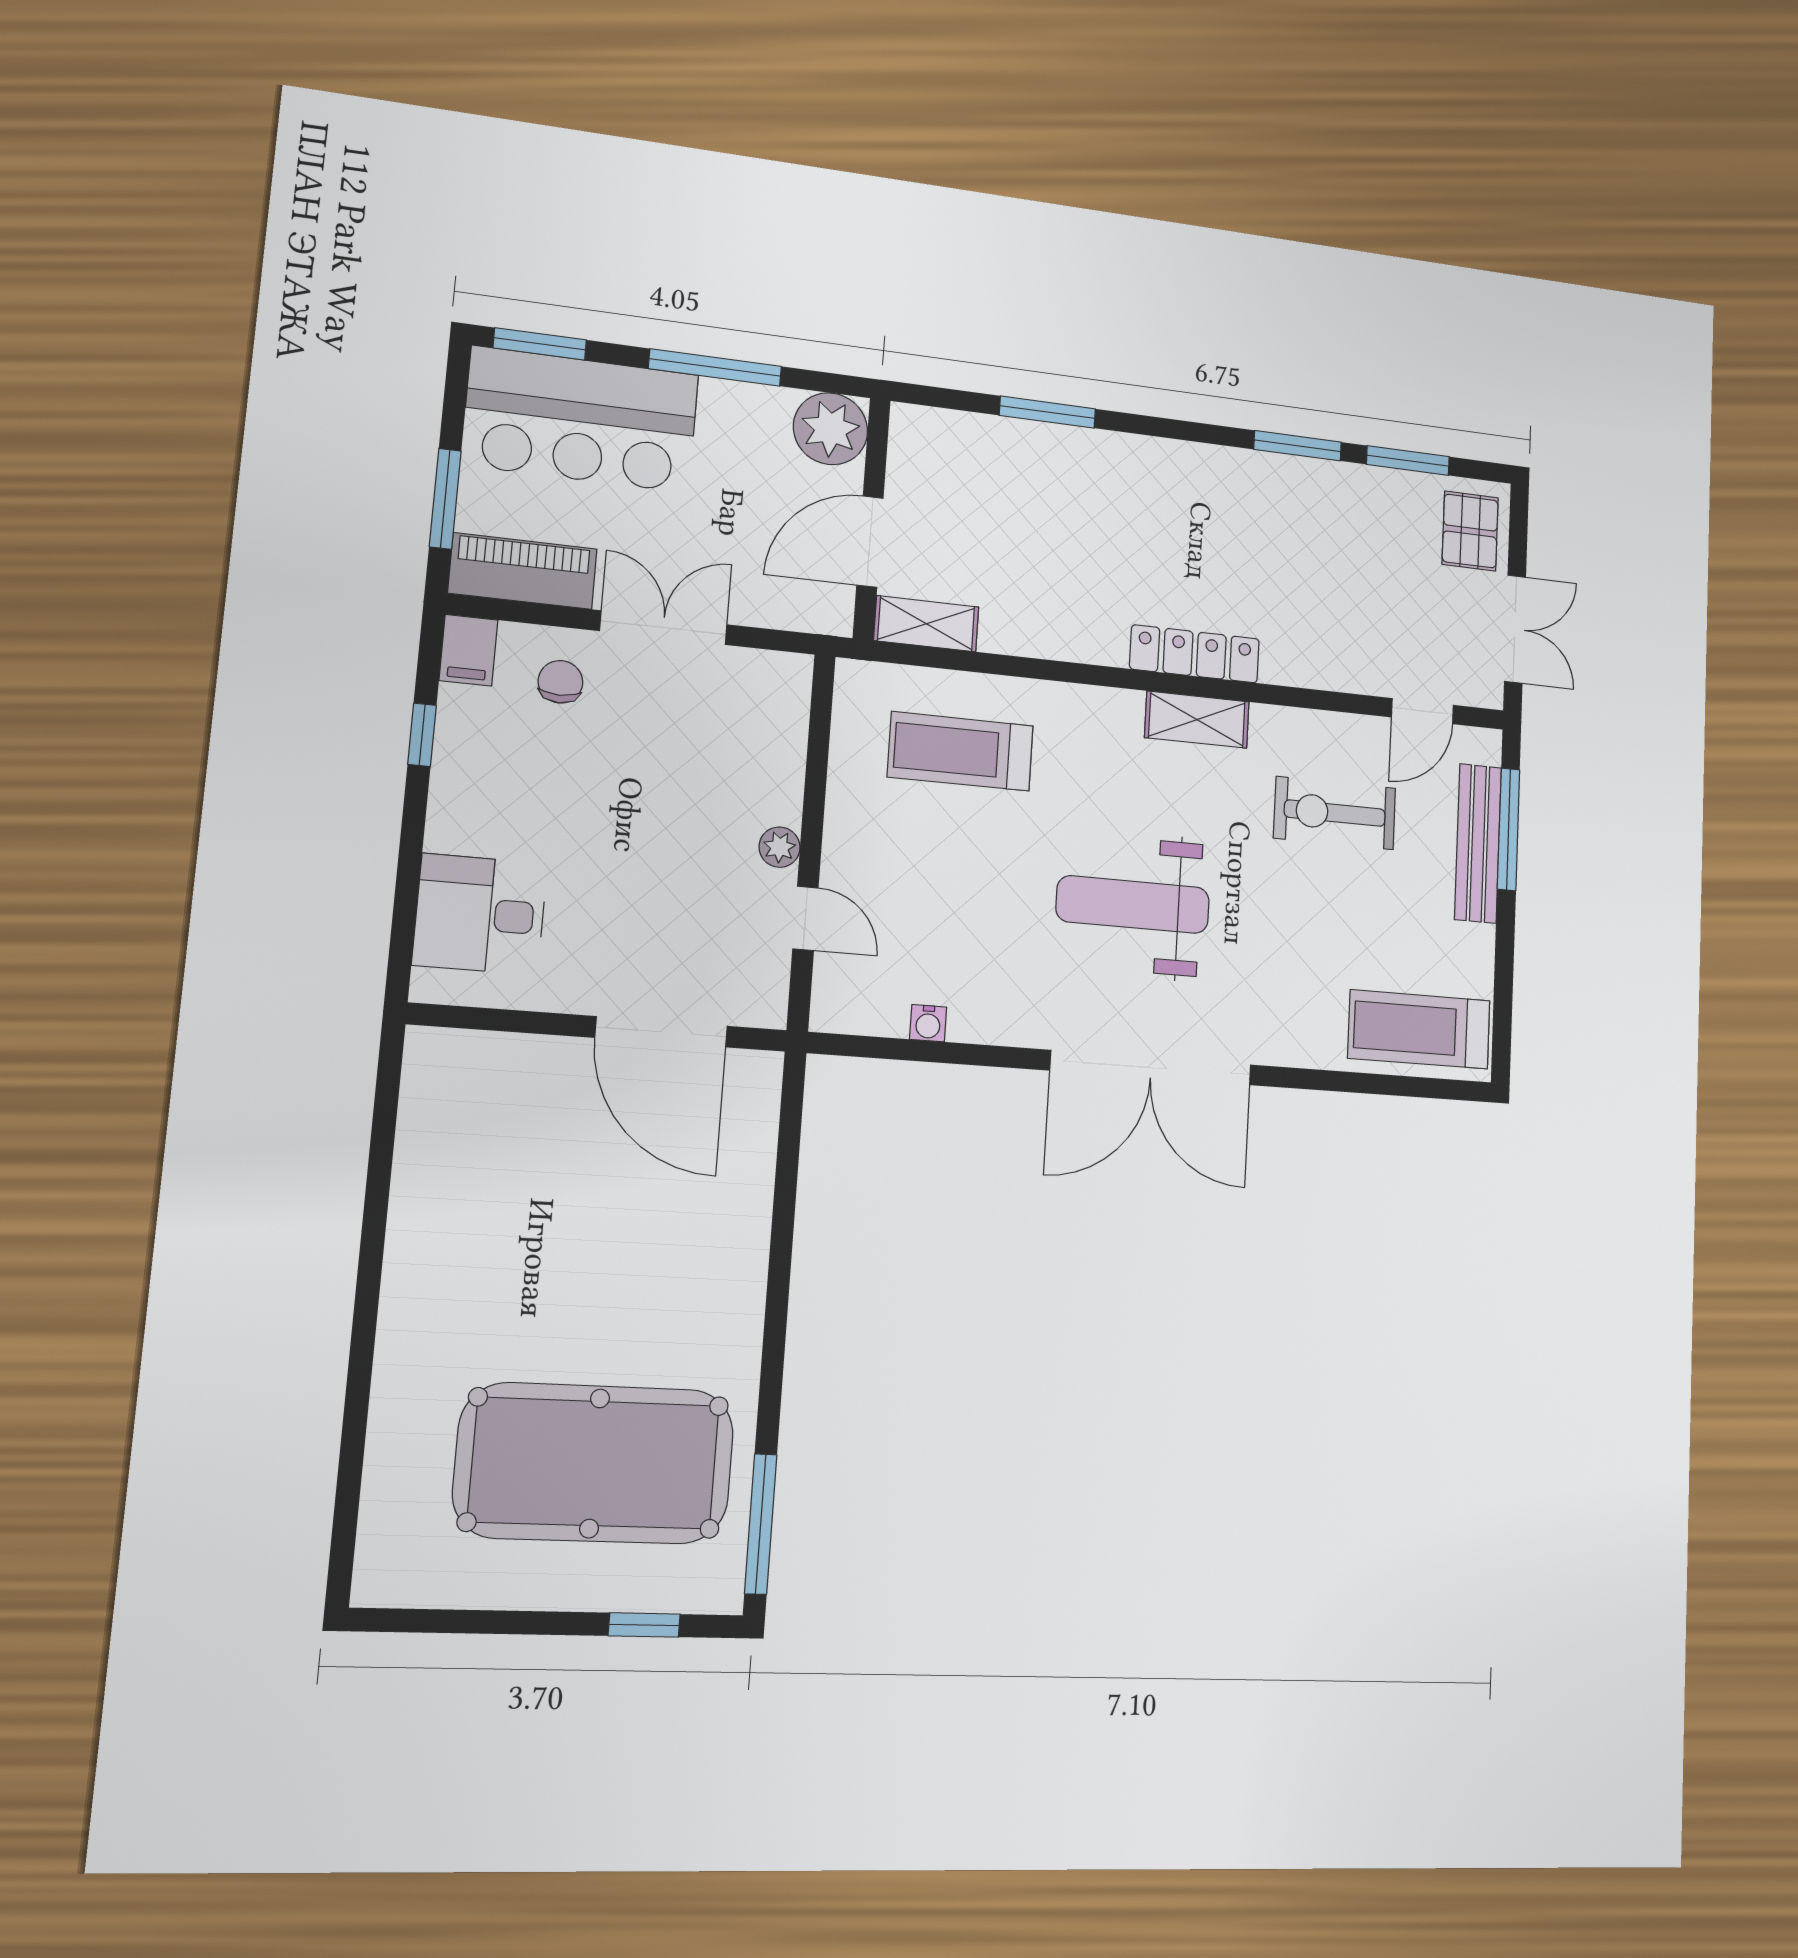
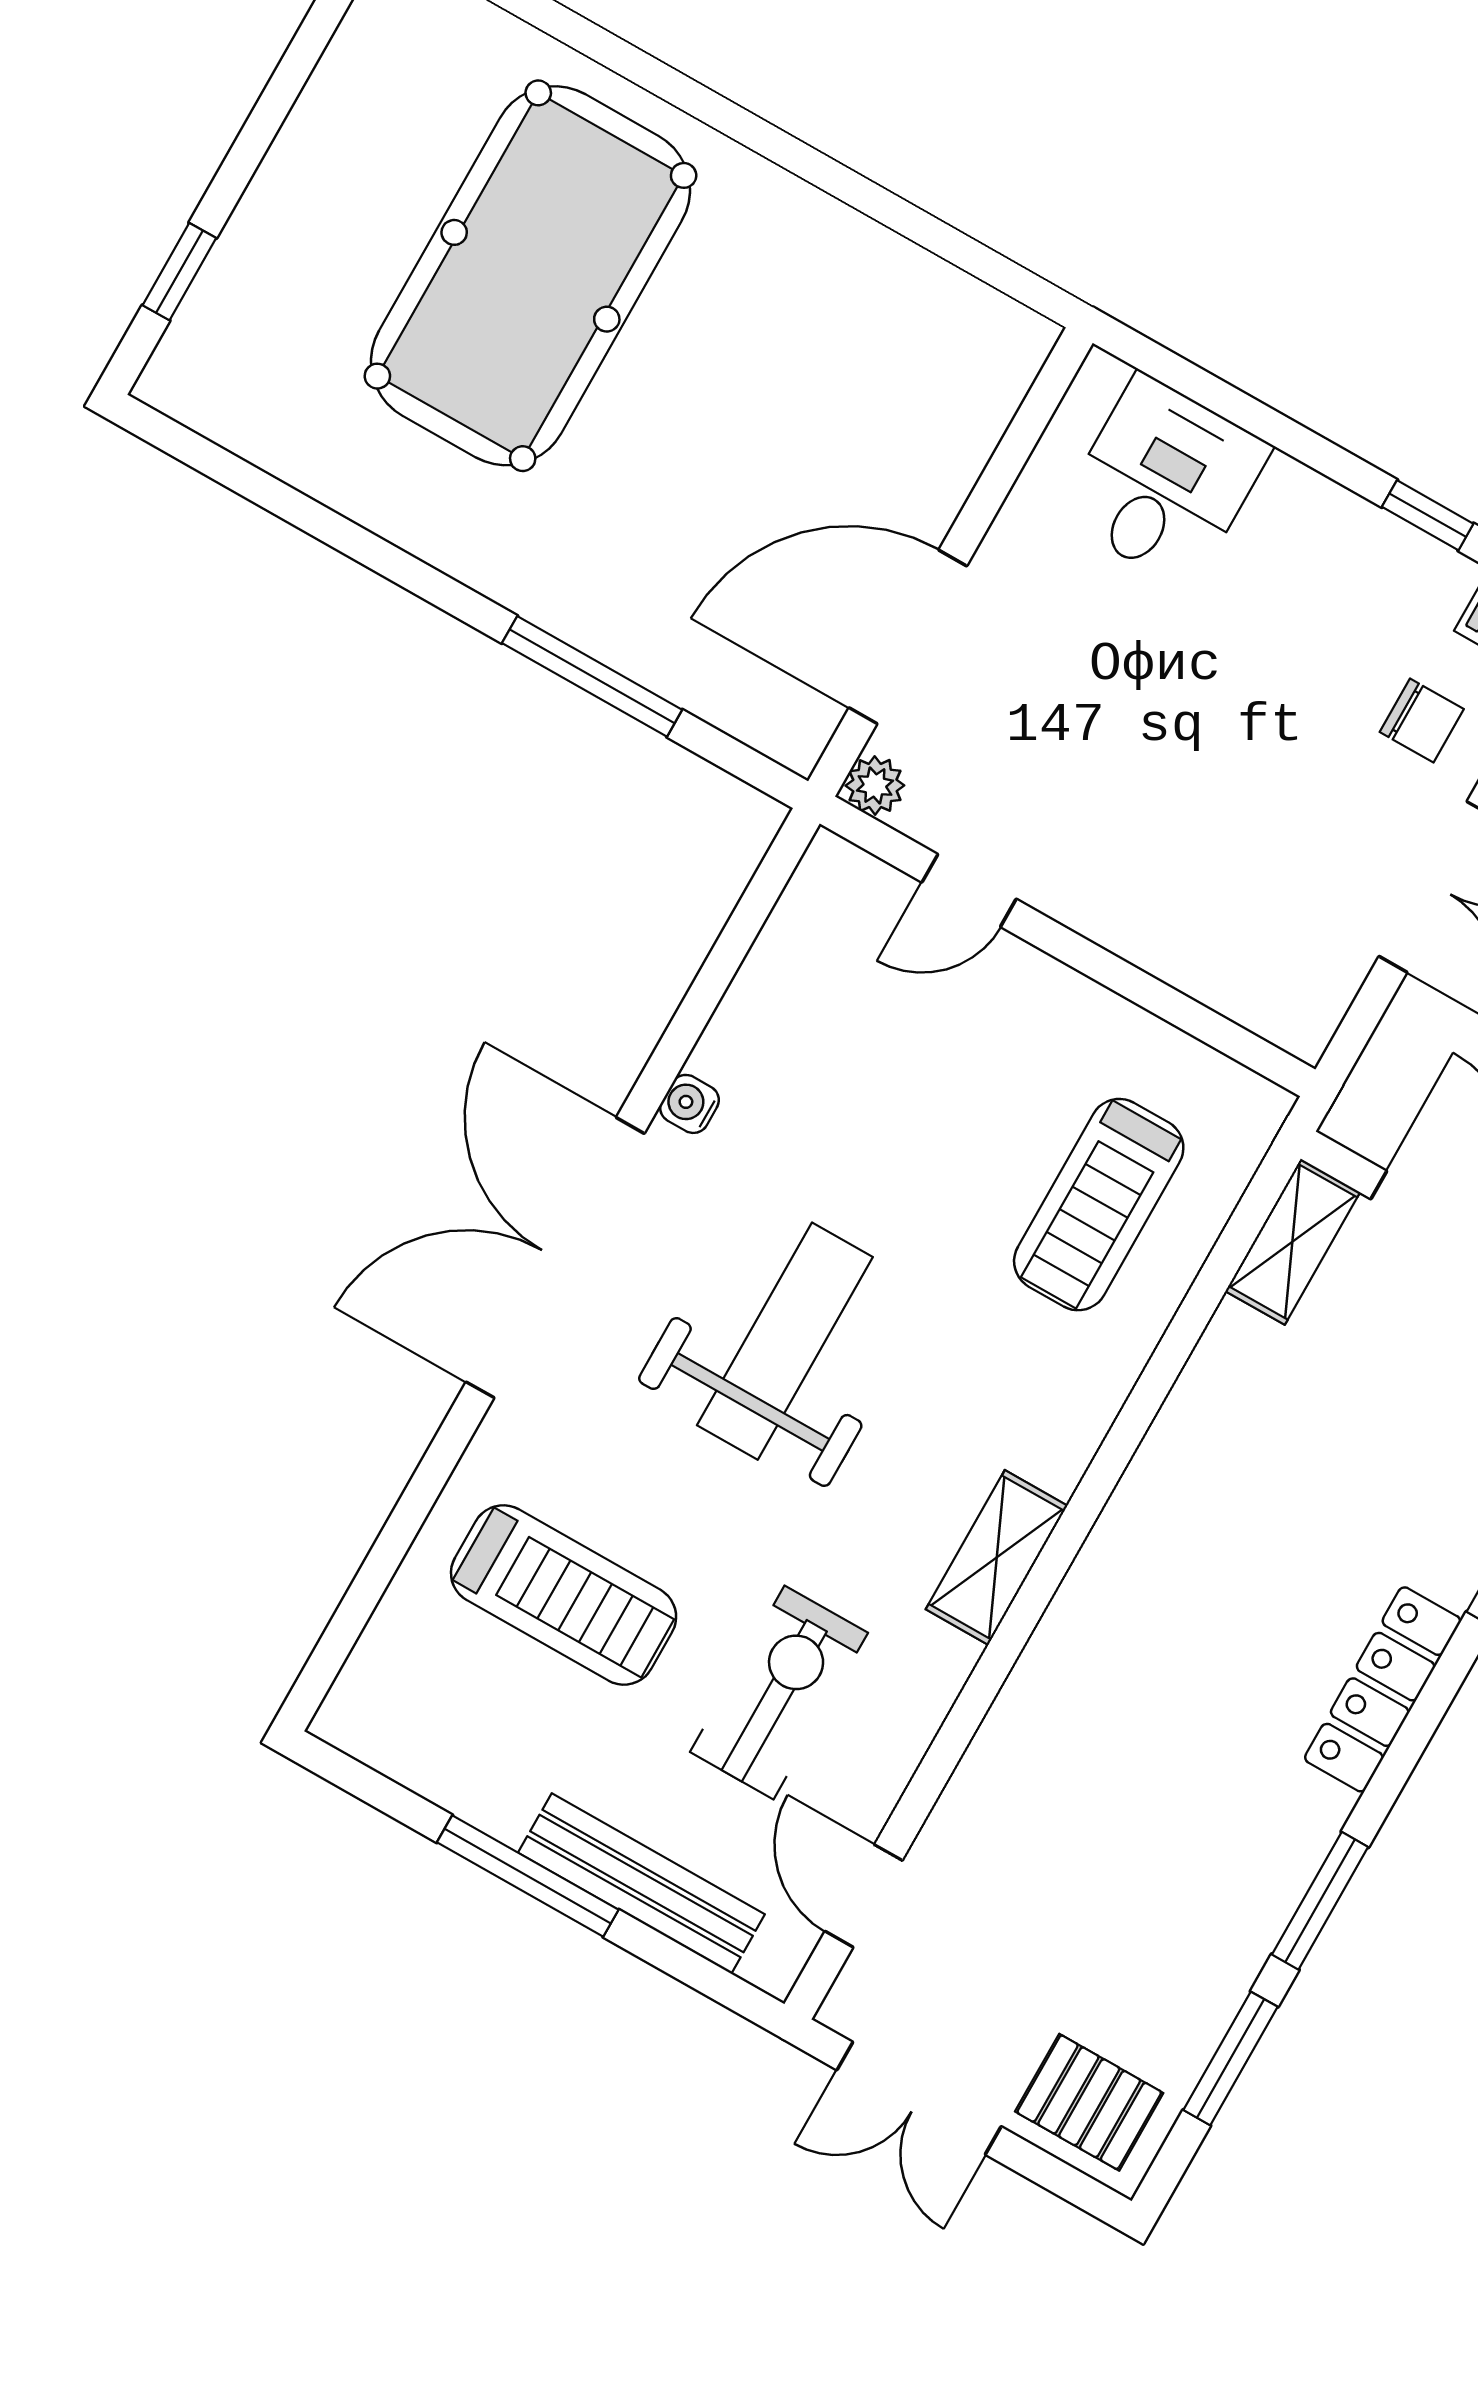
locker: (1195, 654) -> (1383, 1689), moved, turned 180
treadmill: (960, 751) -> (1099, 1205), turned 180
window: (1509, 829) -> (528, 1876), moved
plant: (780, 847) -> (875, 786), moved
water cooler: (928, 1023) -> (689, 1104), moved
treadmill: (1419, 1029) -> (564, 1595), moved, turned 90
pool table: (595, 1463) -> (530, 276), moved
window: (761, 1524) -> (592, 676), moved

